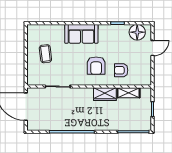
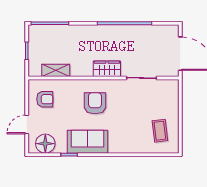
sofa: (81, 34) -> (88, 142), moved
coffee table: (45, 54) -> (160, 131), moved
armchair: (121, 70) -> (45, 99), moved
wardrobe: (105, 94) -> (107, 69), moved

